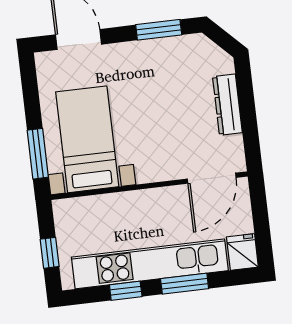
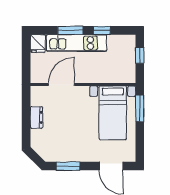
dresser: (227, 105) -> (36, 117), width x0.70
door: (212, 178) -> (61, 84), moved
kitchen unit: (150, 264) -> (77, 43), width x0.73

